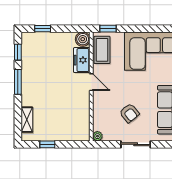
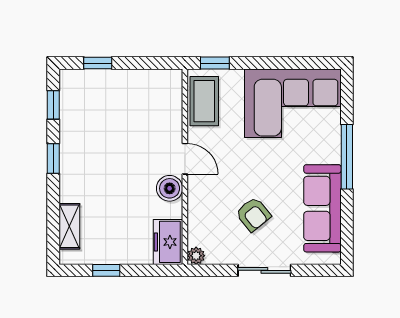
boiler: (83, 39) -> (170, 188), moved
freezer: (82, 60) -> (168, 242), moved
window: (18, 82) -> (53, 158), width x0.67

